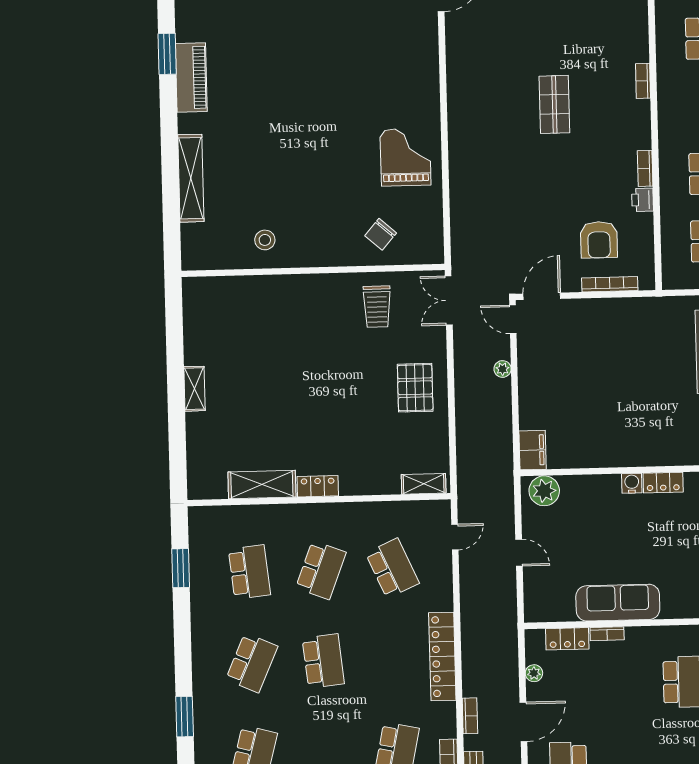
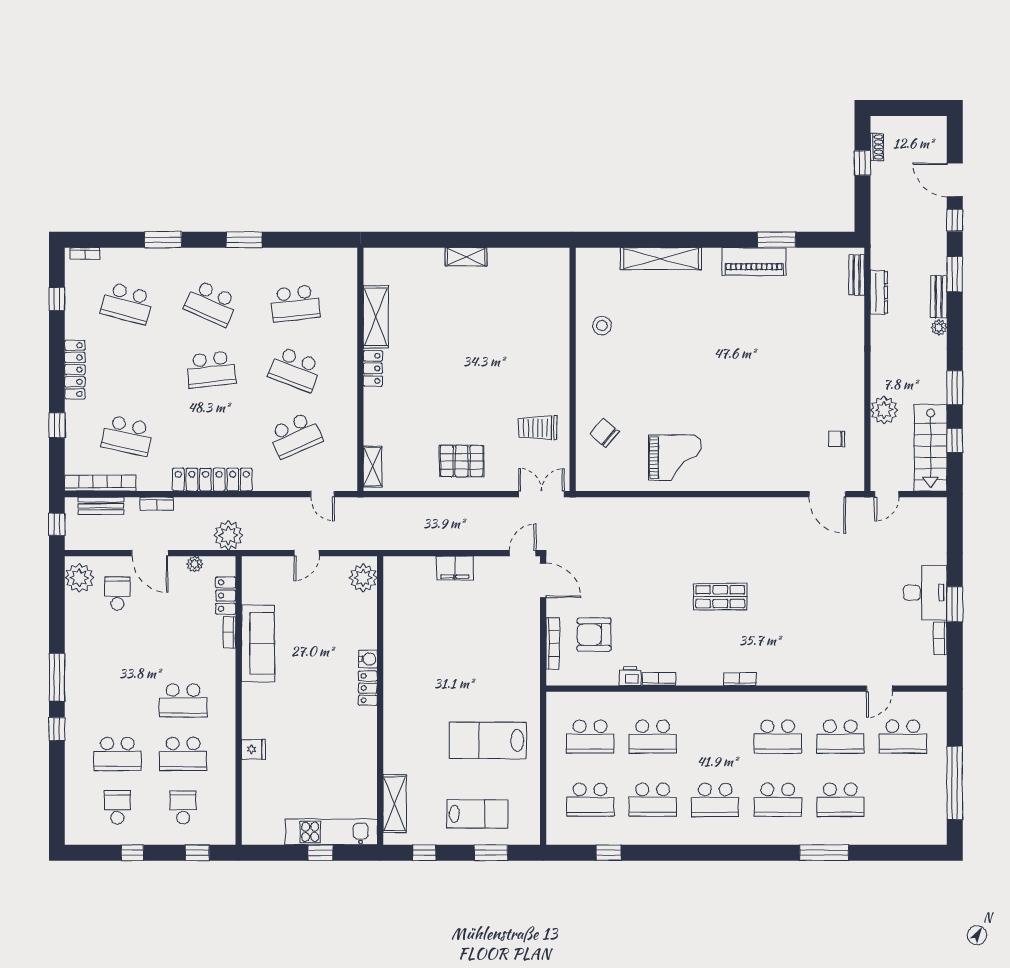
plant: (503, 369) -> (228, 535), moved, width x1.88, depth x1.88
filing cabinet: (533, 450) -> (455, 568), moved
window: (181, 568) -> (244, 240), moved

